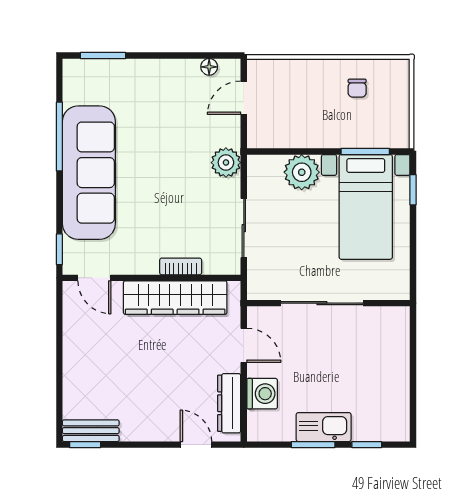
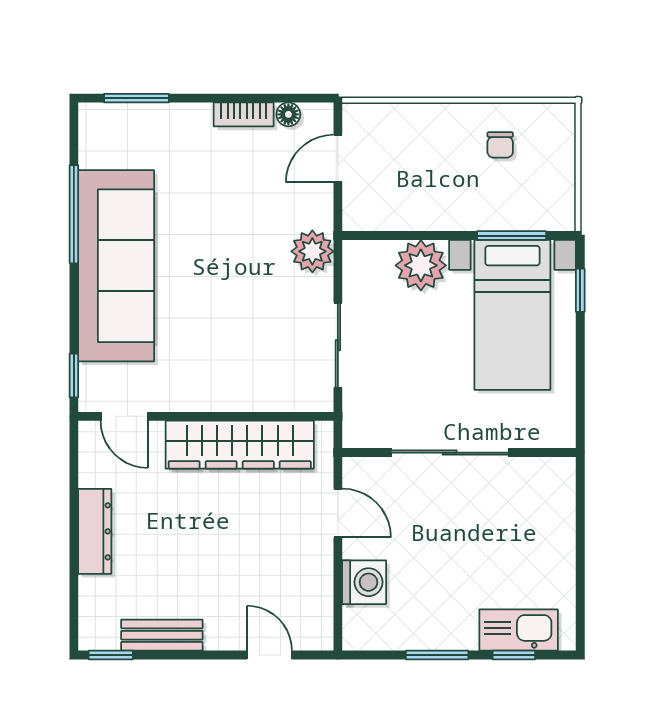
bookcase: (181, 266) -> (244, 114), moved, turned 180
dresser: (229, 403) -> (95, 531), moved, turned 180
kitchen sink: (324, 427) -> (519, 630), moved
bench: (91, 431) -> (162, 635), moved

